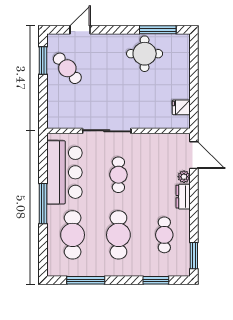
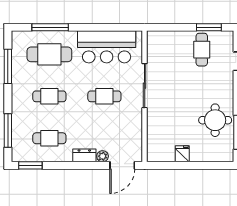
cafe table: (67, 68) -> (202, 50), turned -50
fridge: (181, 107) -> (182, 154), moved
window: (43, 204) -> (50, 27), moved
cafe table: (118, 235) -> (49, 96), width x0.73, depth x0.74
window: (156, 280) -> (8, 131), width x1.44

